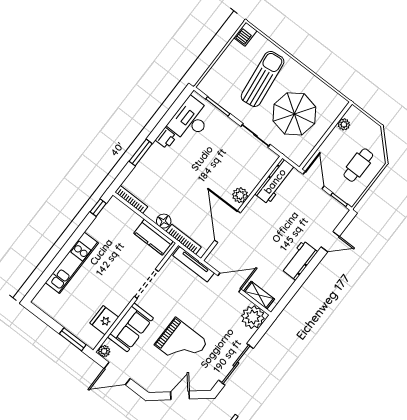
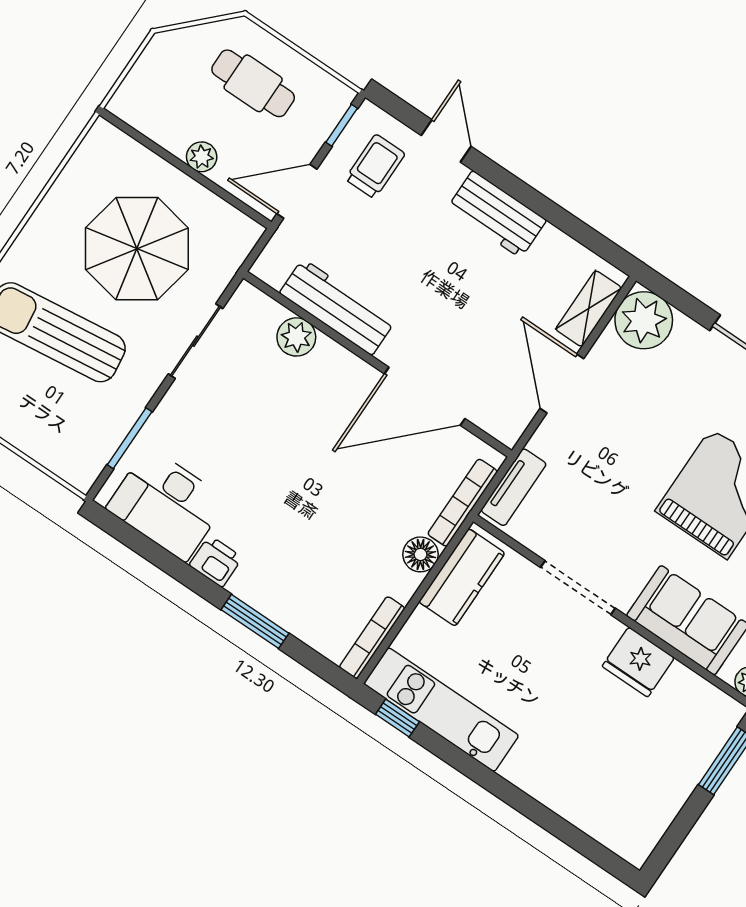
plant: (344, 124) -> (202, 157), moved
workbench: (275, 181) -> (337, 307), moved
plant: (240, 195) -> (296, 337), moved
trolley: (322, 212) -> (375, 166), added
kitchen unit: (72, 263) -> (441, 710), moved
tv unit: (194, 264) -> (514, 487), width x0.71
fridge: (104, 320) -> (638, 662), moved

